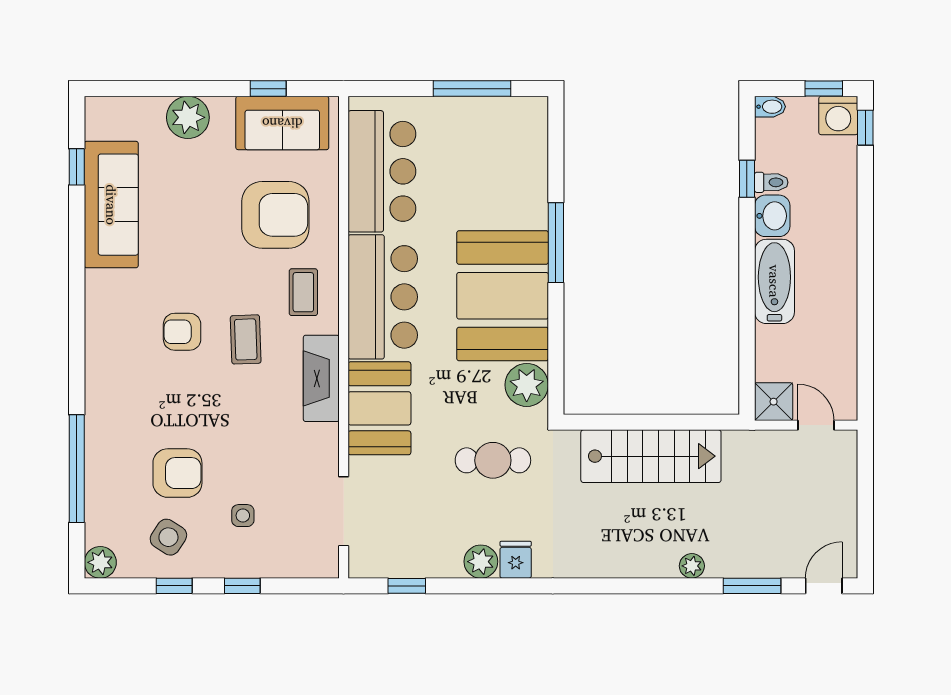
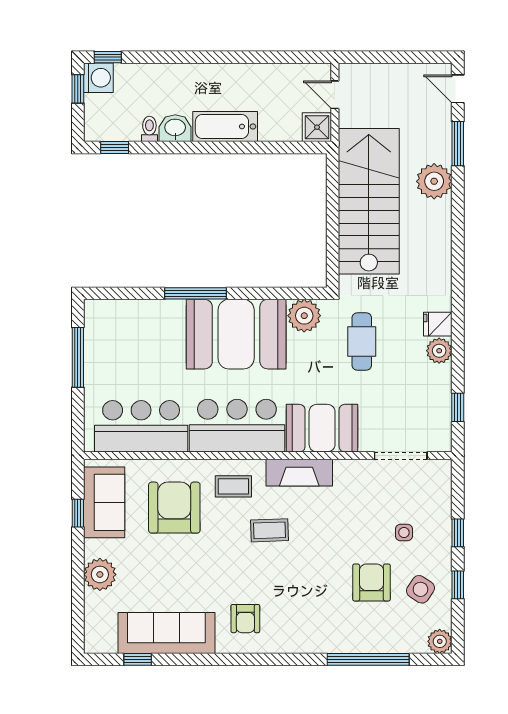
bidet: (770, 107) -> (92, 130), removed
window: (747, 179) -> (115, 147), moved
armchair: (182, 332) -> (245, 619), moved
door: (816, 425) -> (335, 95), hinge flipped
stairs: (651, 456) -> (369, 201), width x1.36, depth x1.51
plant: (692, 566) -> (434, 181), width x1.88, depth x1.88

